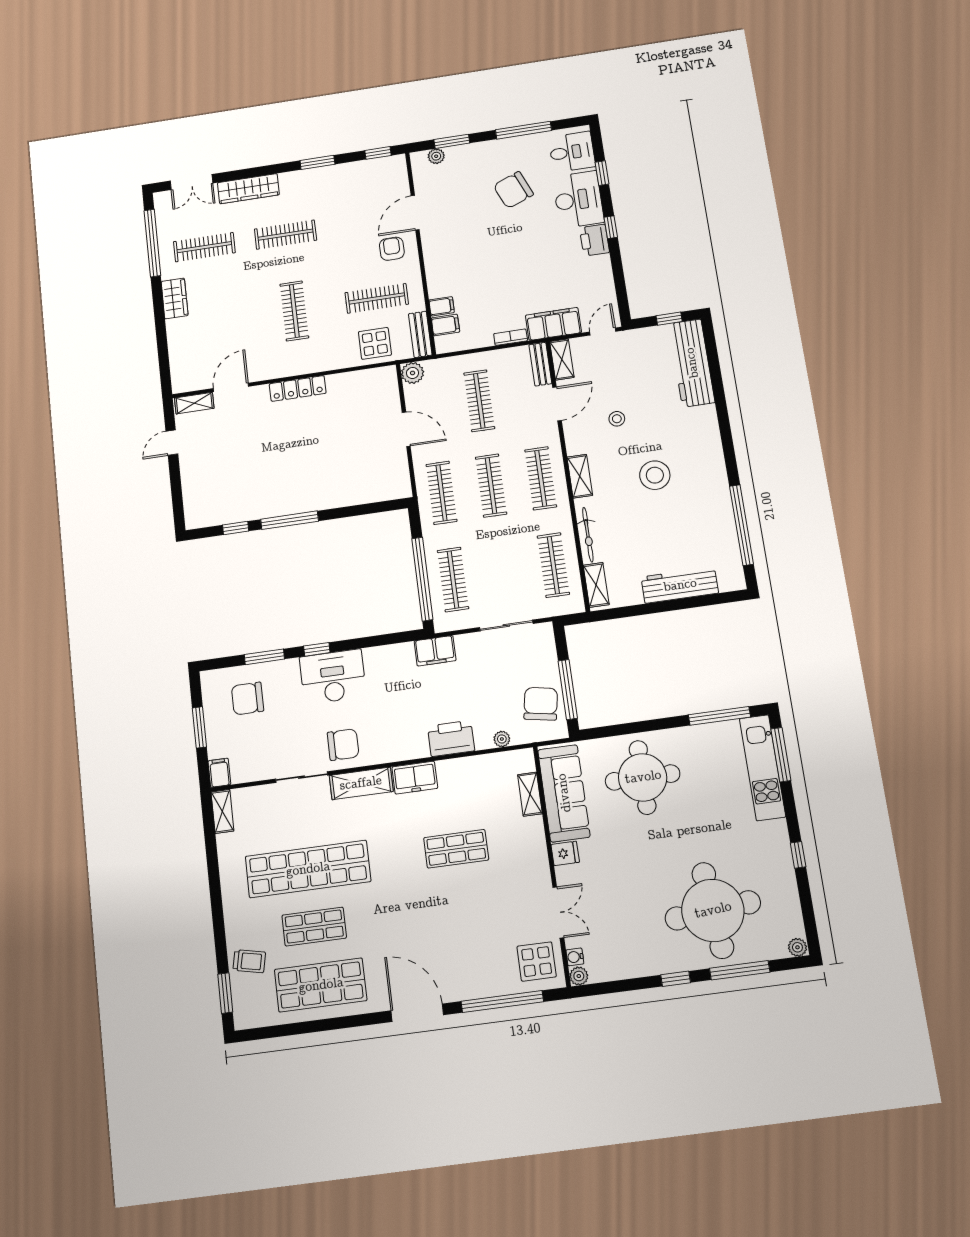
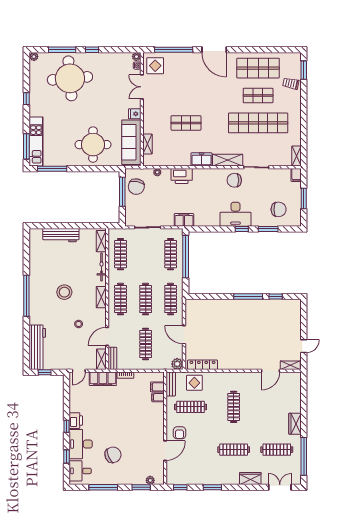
wardrobe: (248, 189) -> (250, 479), width x0.67
locker: (298, 389) -> (203, 365), moved
window: (742, 525) -> (26, 296), moved

